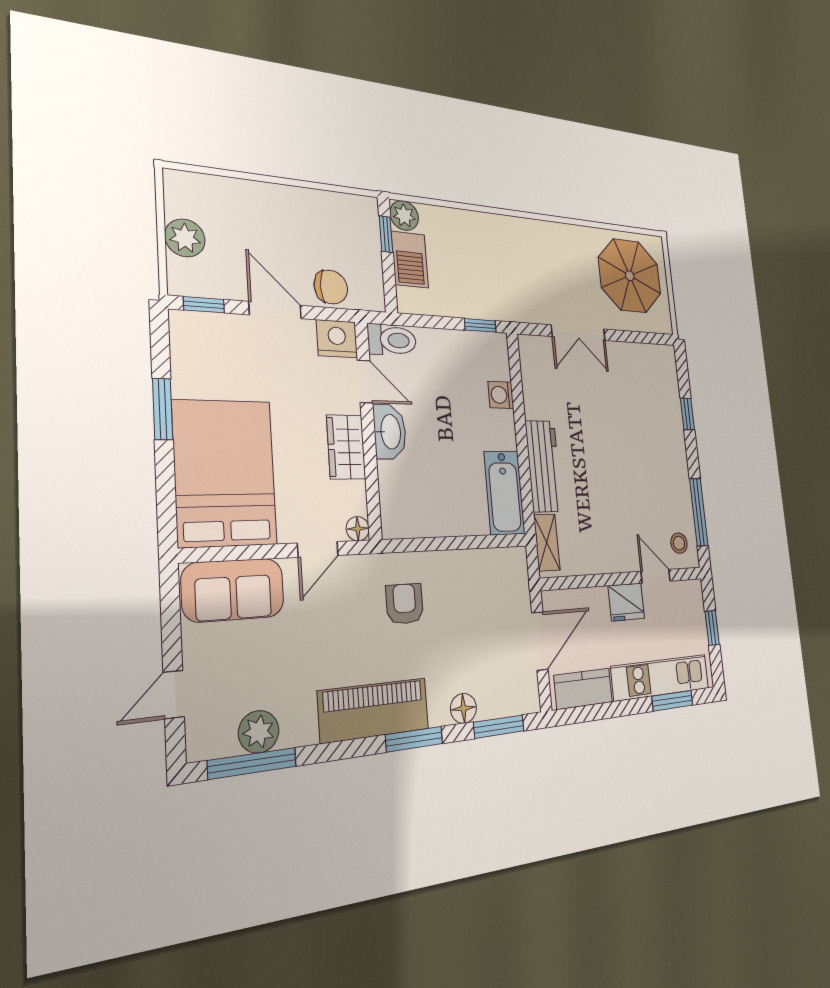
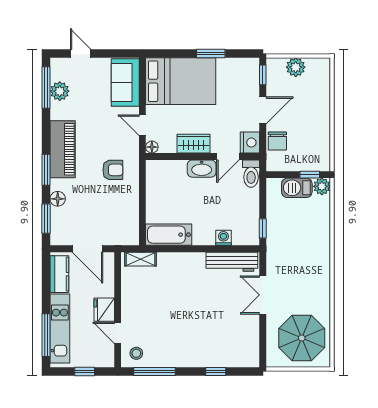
workbench: (544, 466) -> (232, 262), moved
door: (656, 576) -> (118, 333), swing flipped
window: (672, 701) -> (46, 335), width x1.44

